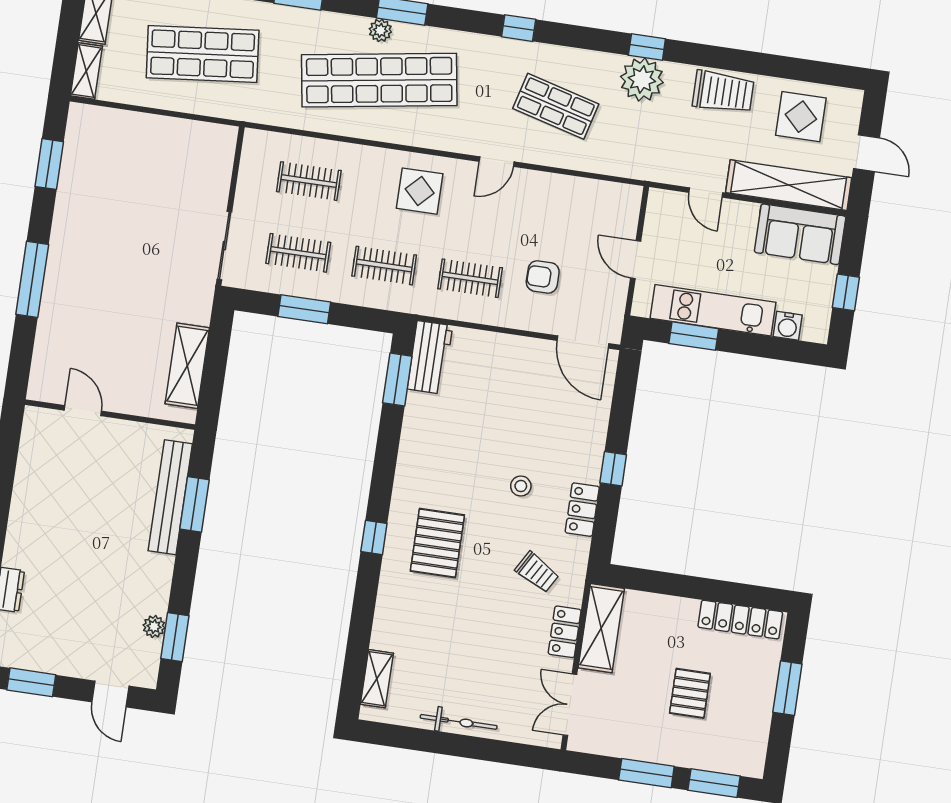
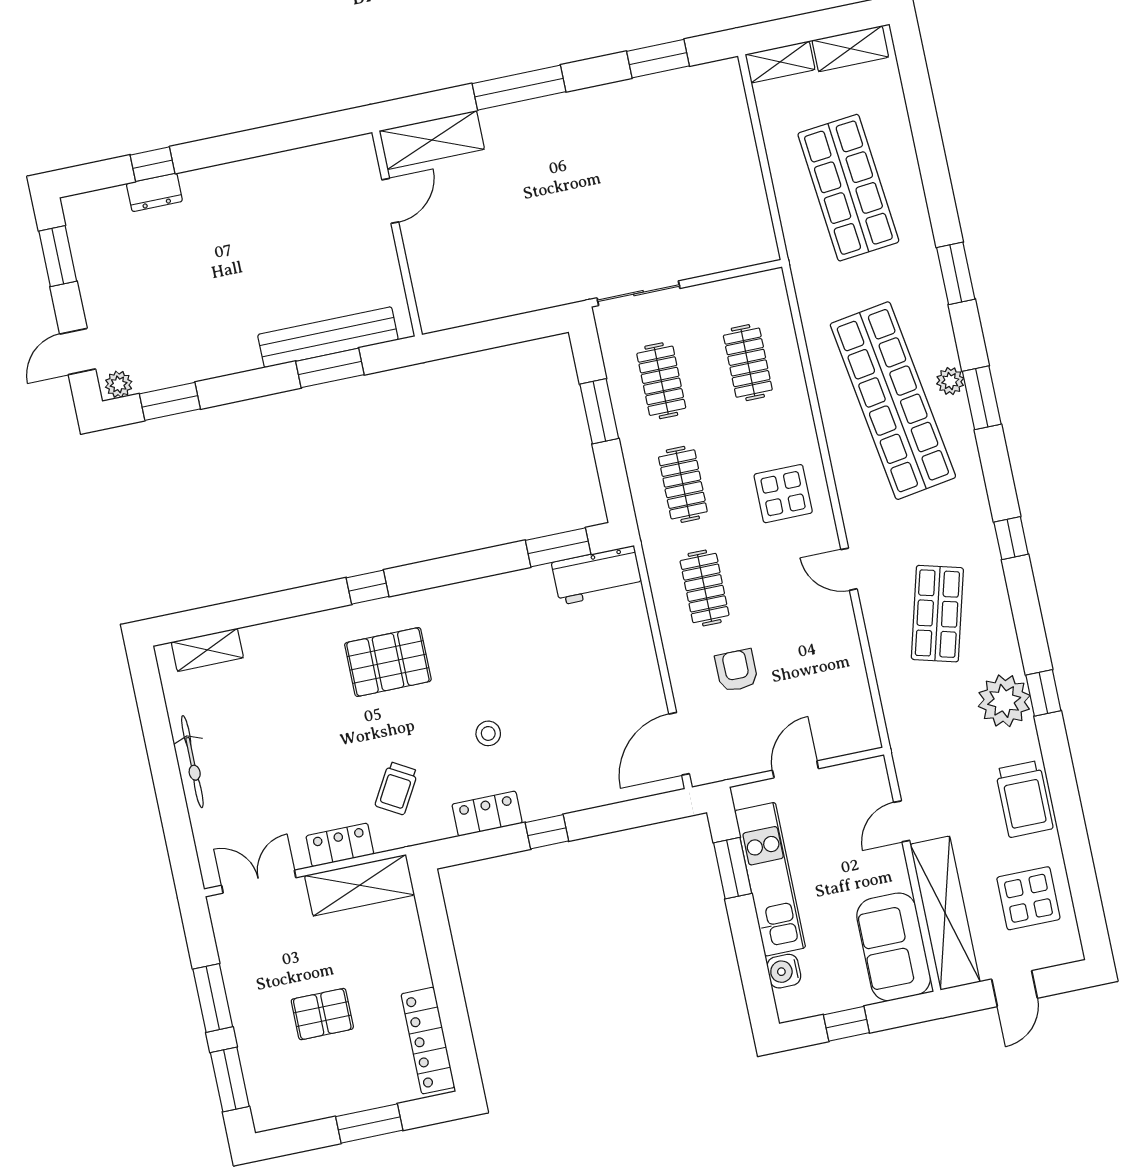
shelving: (187, 366) -> (432, 140), moved
plant: (154, 626) -> (119, 384), moved

